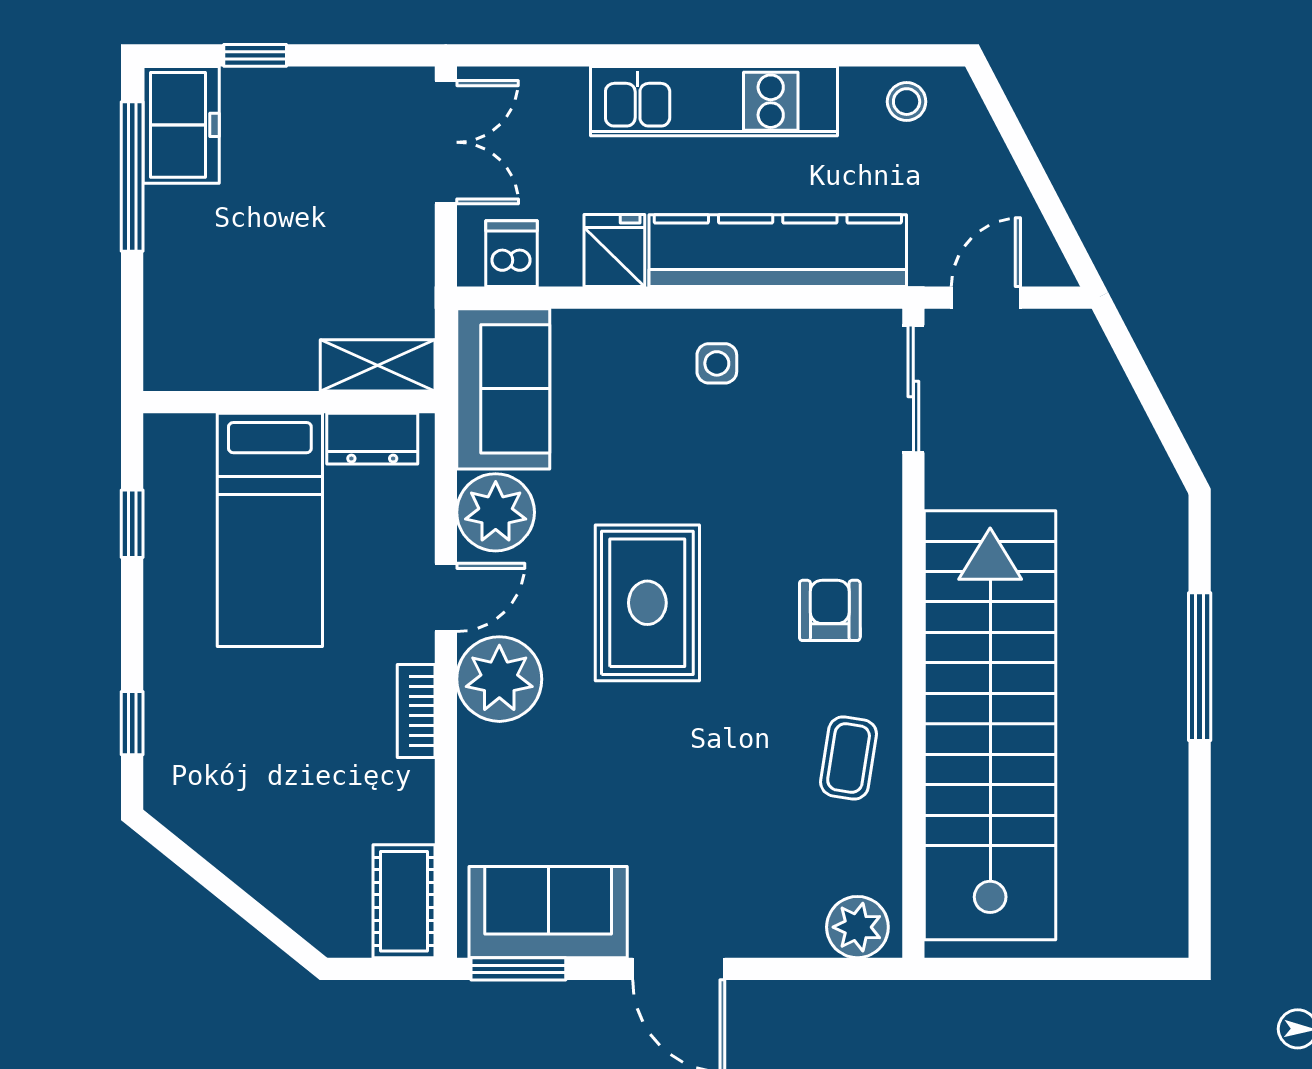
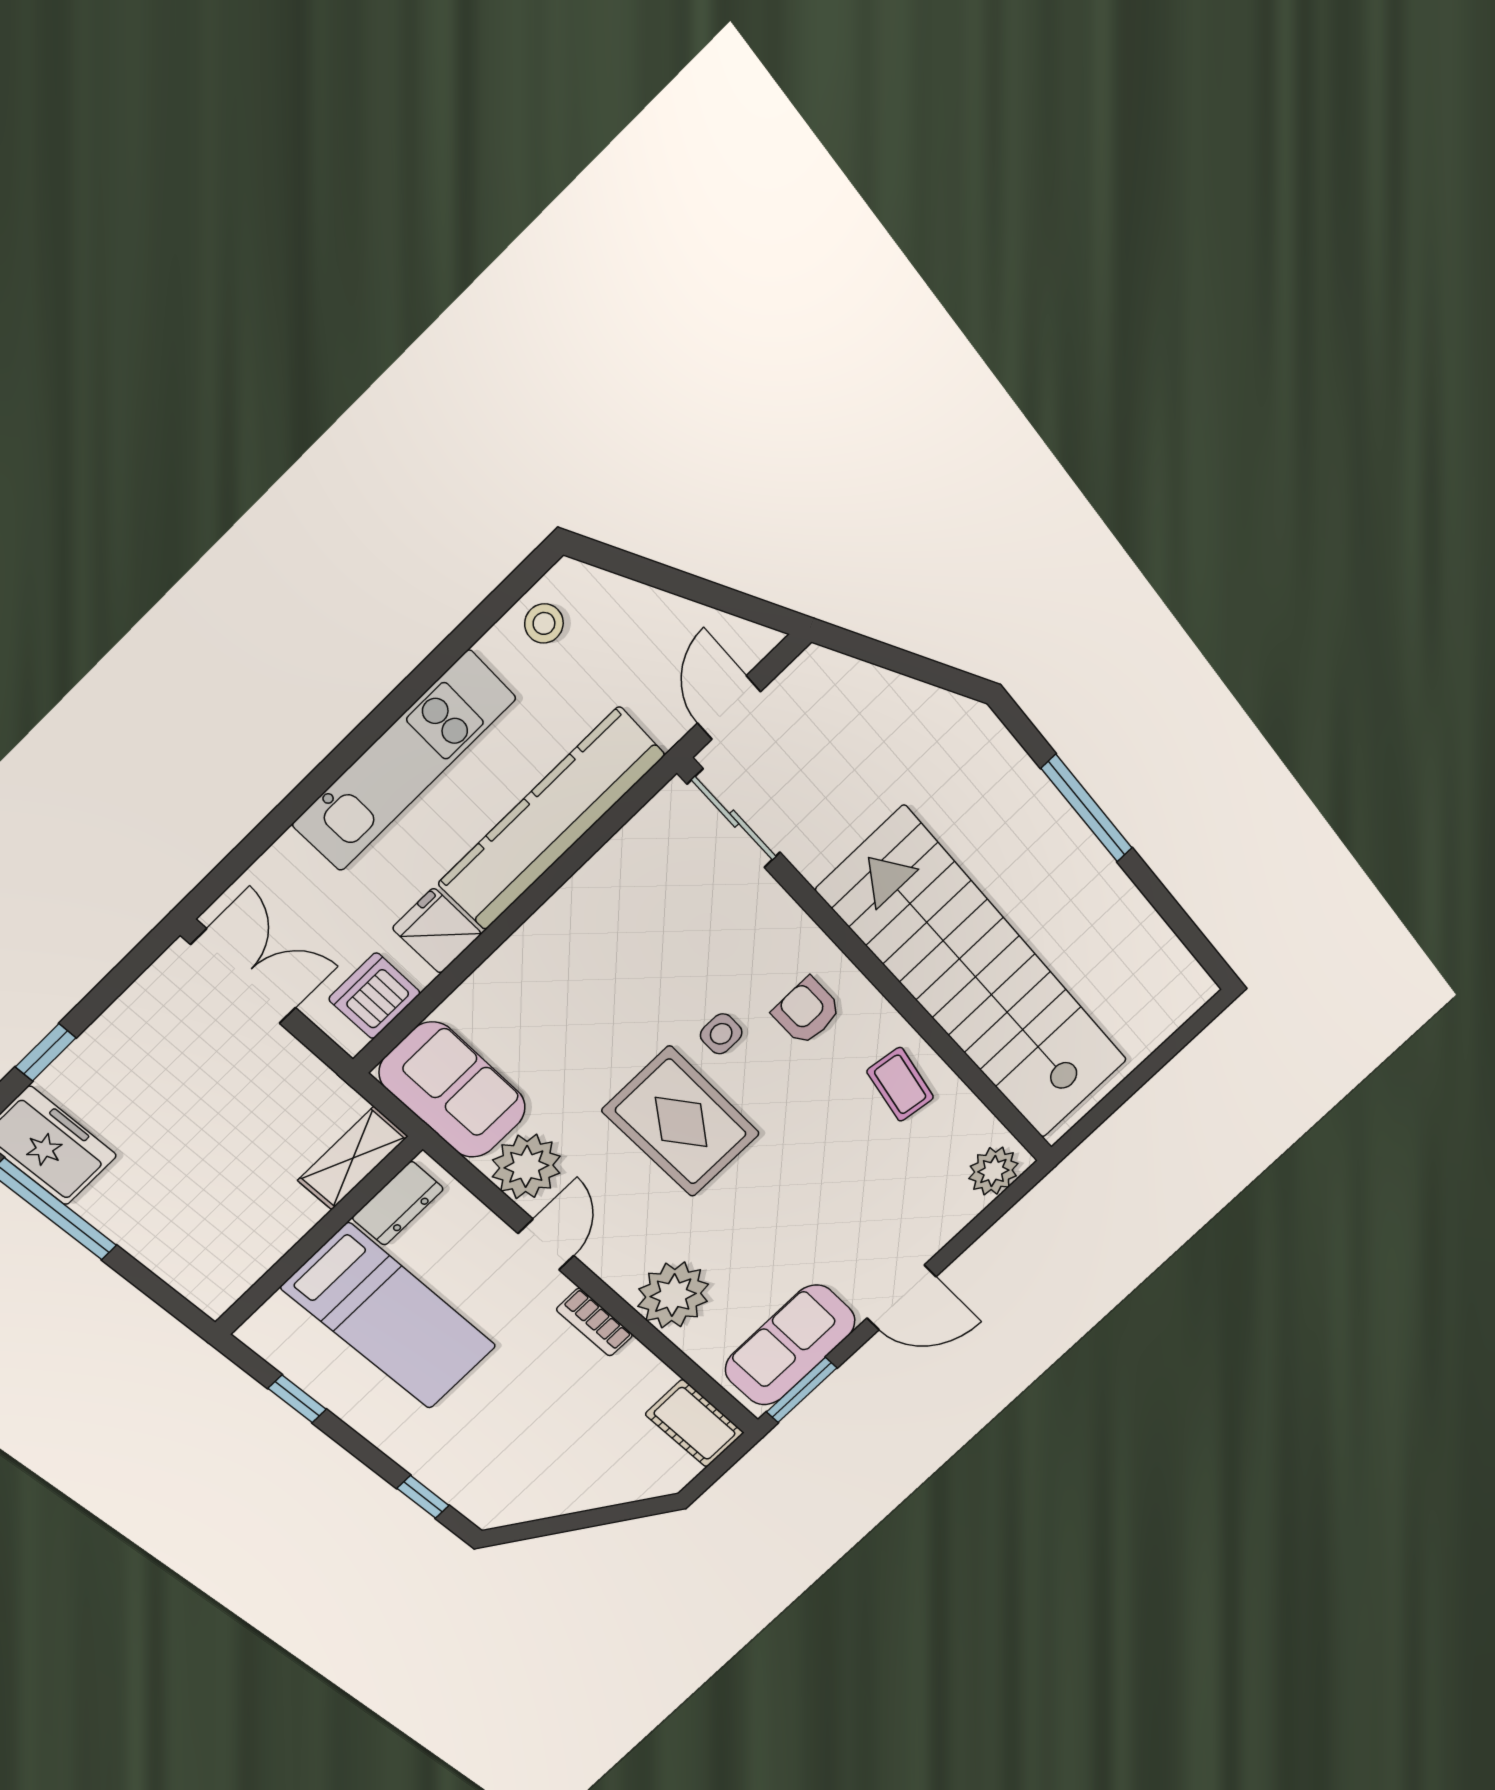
dishwasher: (511, 254) -> (375, 996), width x1.38
side table: (717, 363) -> (721, 1034), moved
plant: (499, 679) -> (673, 1295), moved

